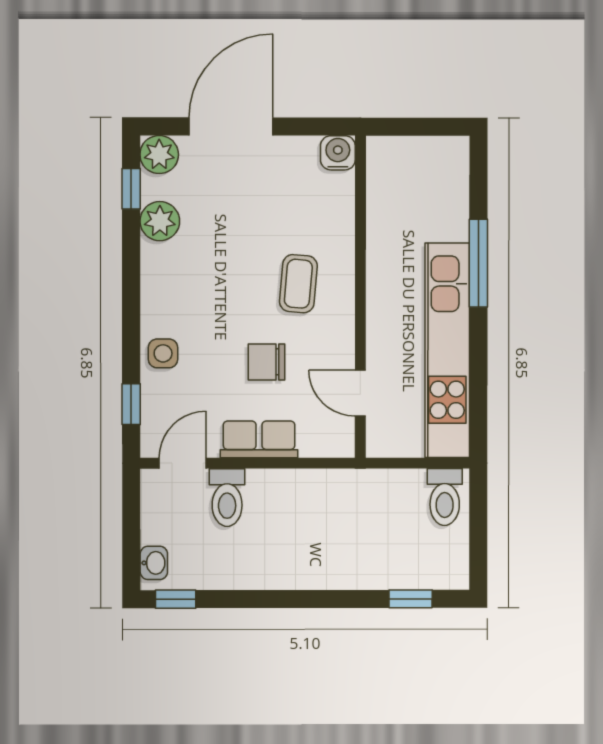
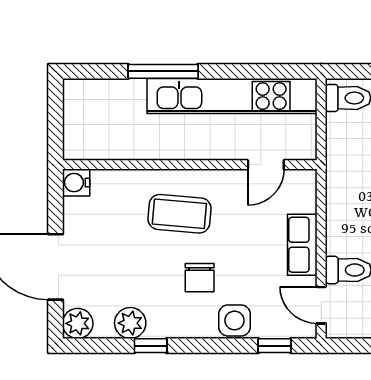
window: (131, 189) -> (151, 346), moved
coffee table: (298, 284) -> (179, 214), width x1.36, depth x1.30
side table: (163, 353) -> (234, 320), width x1.37, depth x1.37
chair: (266, 362) -> (200, 278), moved

